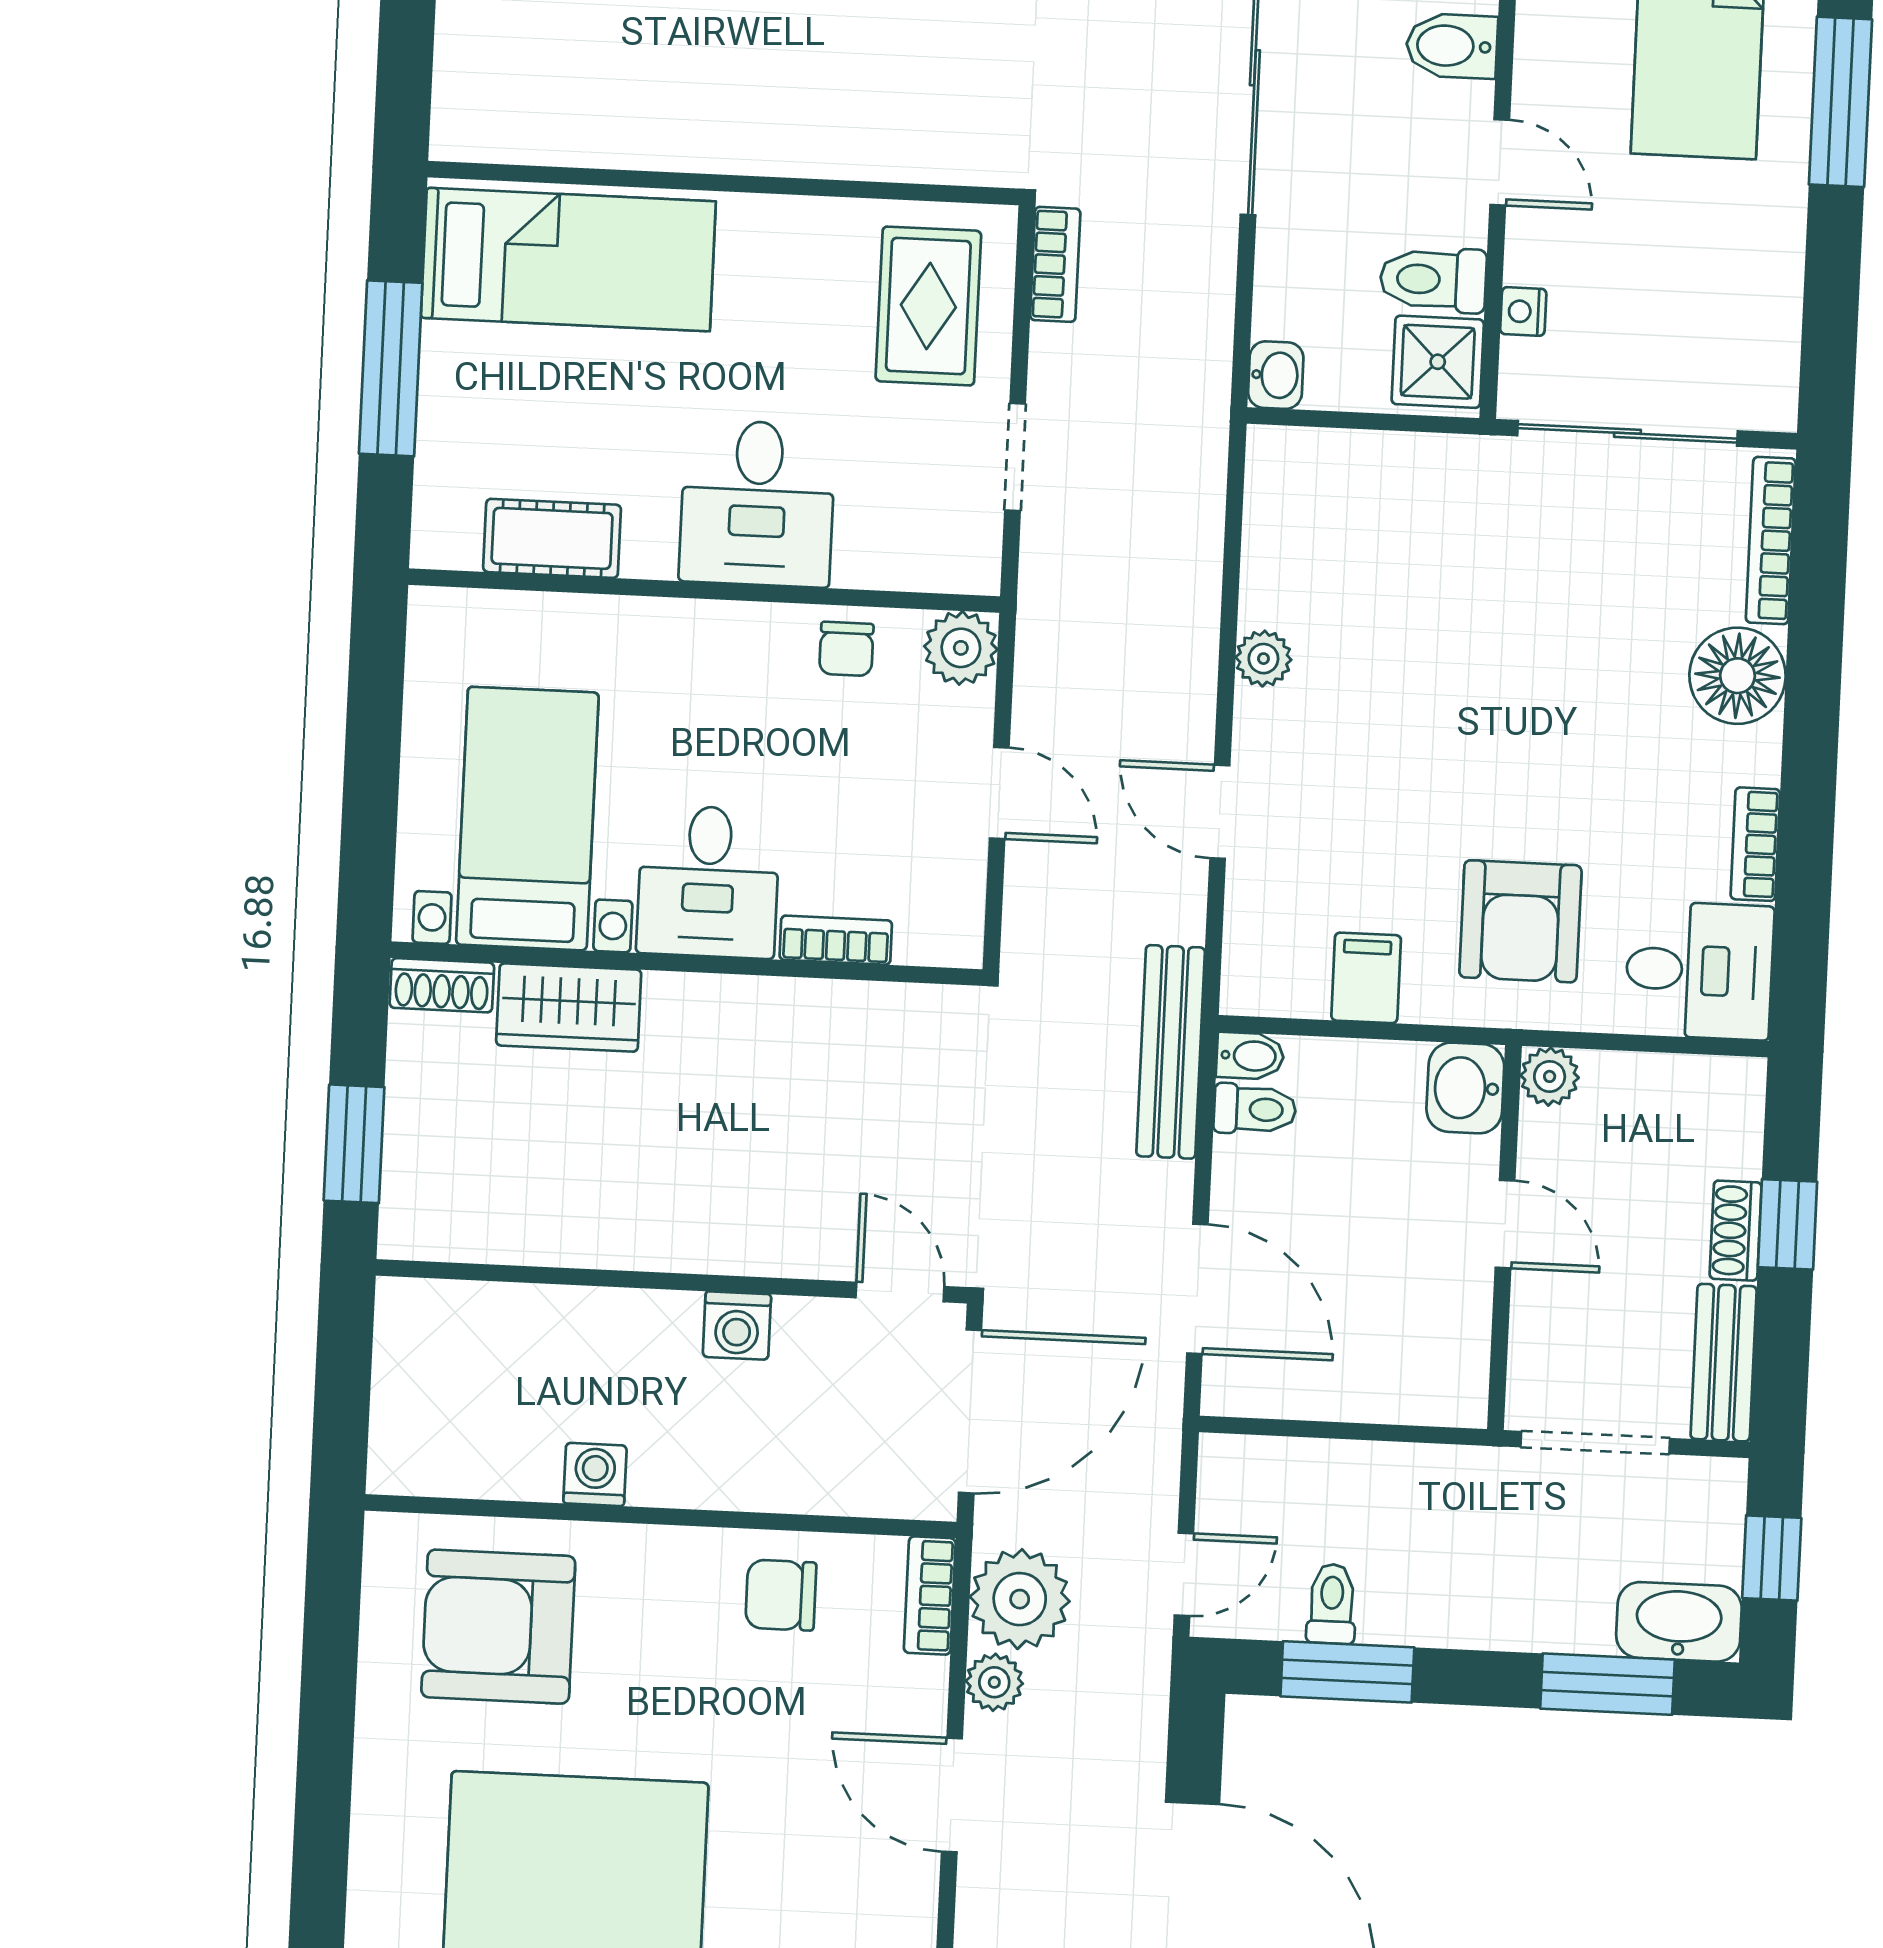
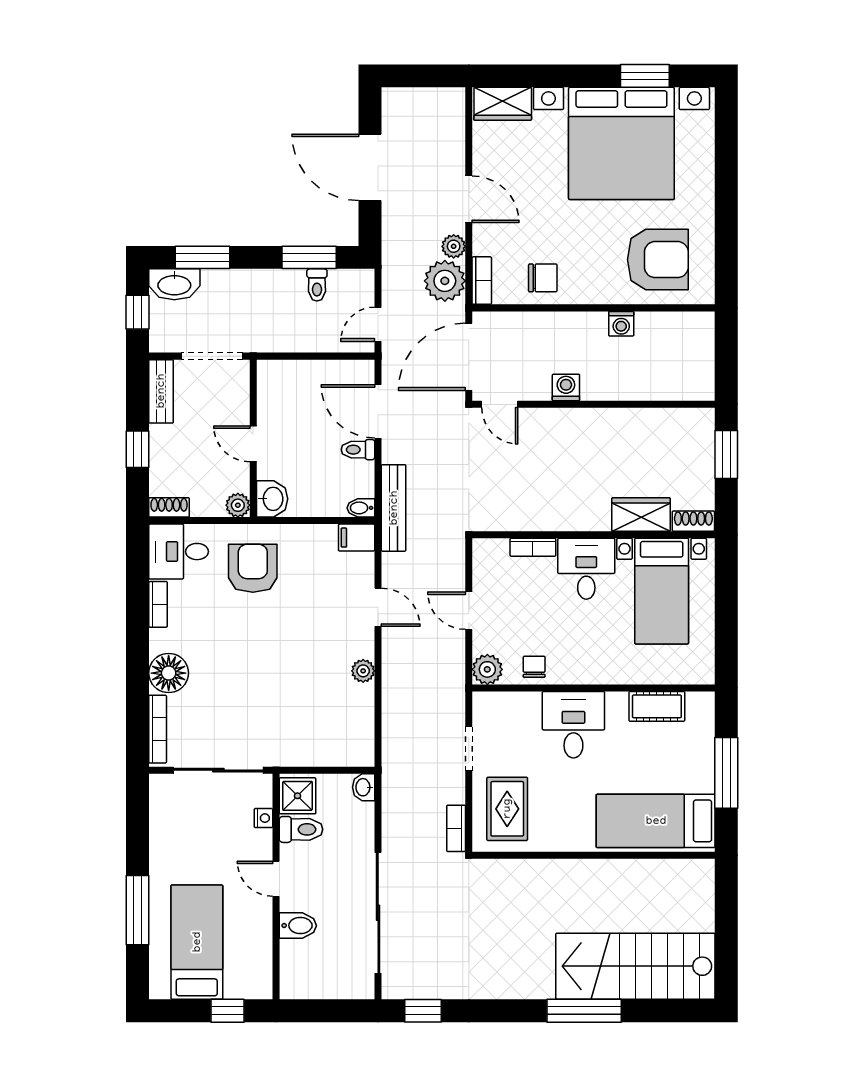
filing cabinet: (1366, 978) -> (357, 538), moved, turned 90
toilet: (1255, 1109) -> (358, 450), moved
shoe rack: (1736, 1231) -> (169, 507), moved, turned -90
door: (1184, 1574) -> (378, 324), moved

